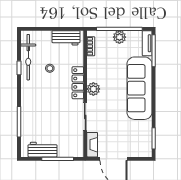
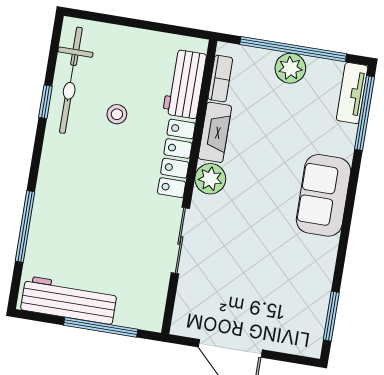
workbench: (66, 38) -> (185, 84), moved, turned 90
sofa: (139, 88) -> (323, 195), width x0.54, depth x0.79
fireplace: (92, 145) -> (215, 132), moved
workbench: (43, 150) -> (69, 300), width x1.38

